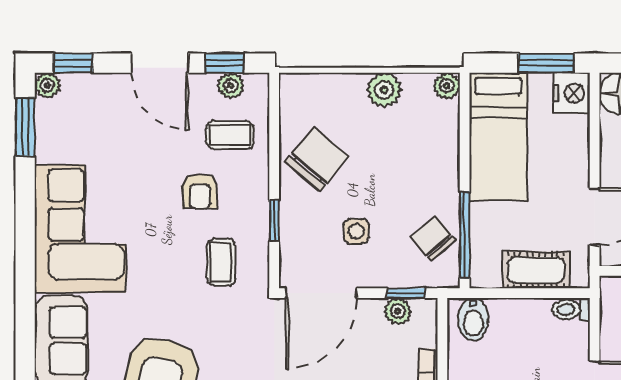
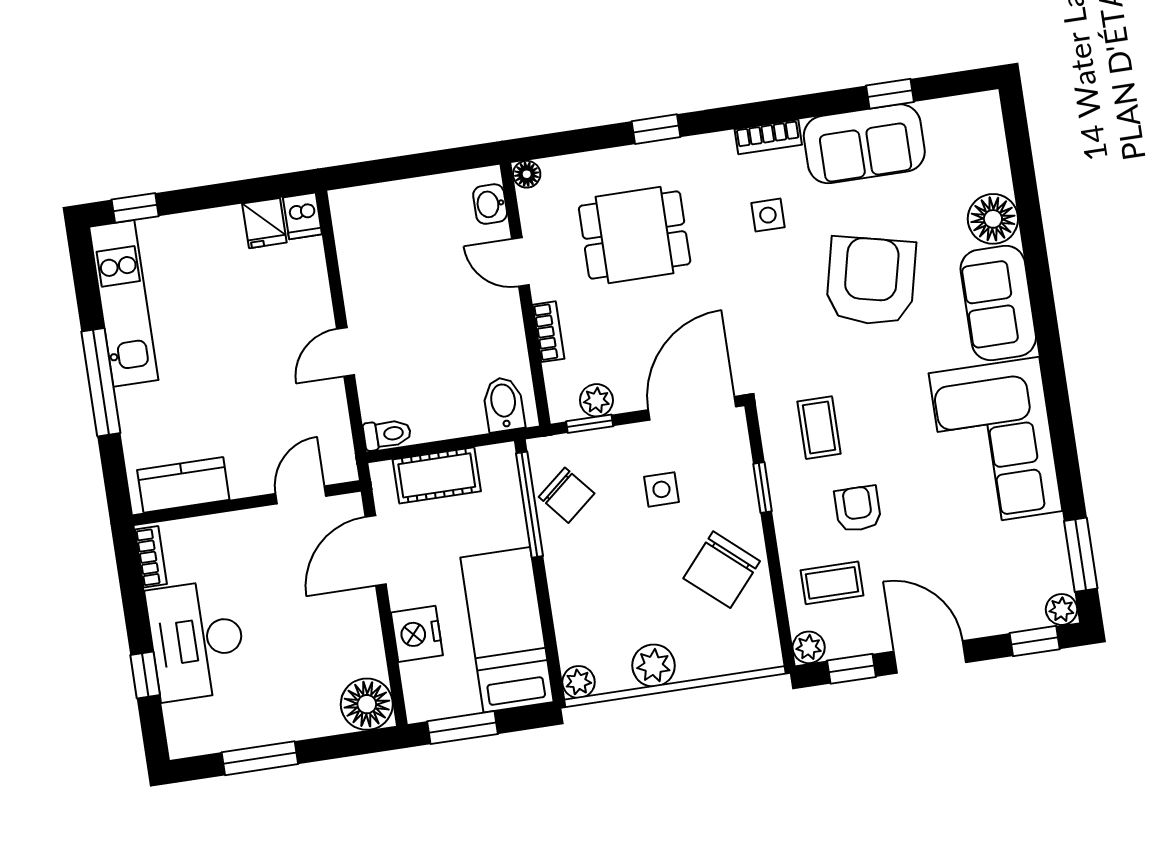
plant: (231, 86) -> (809, 647), moved
nightstand: (572, 93) -> (417, 634), moved

